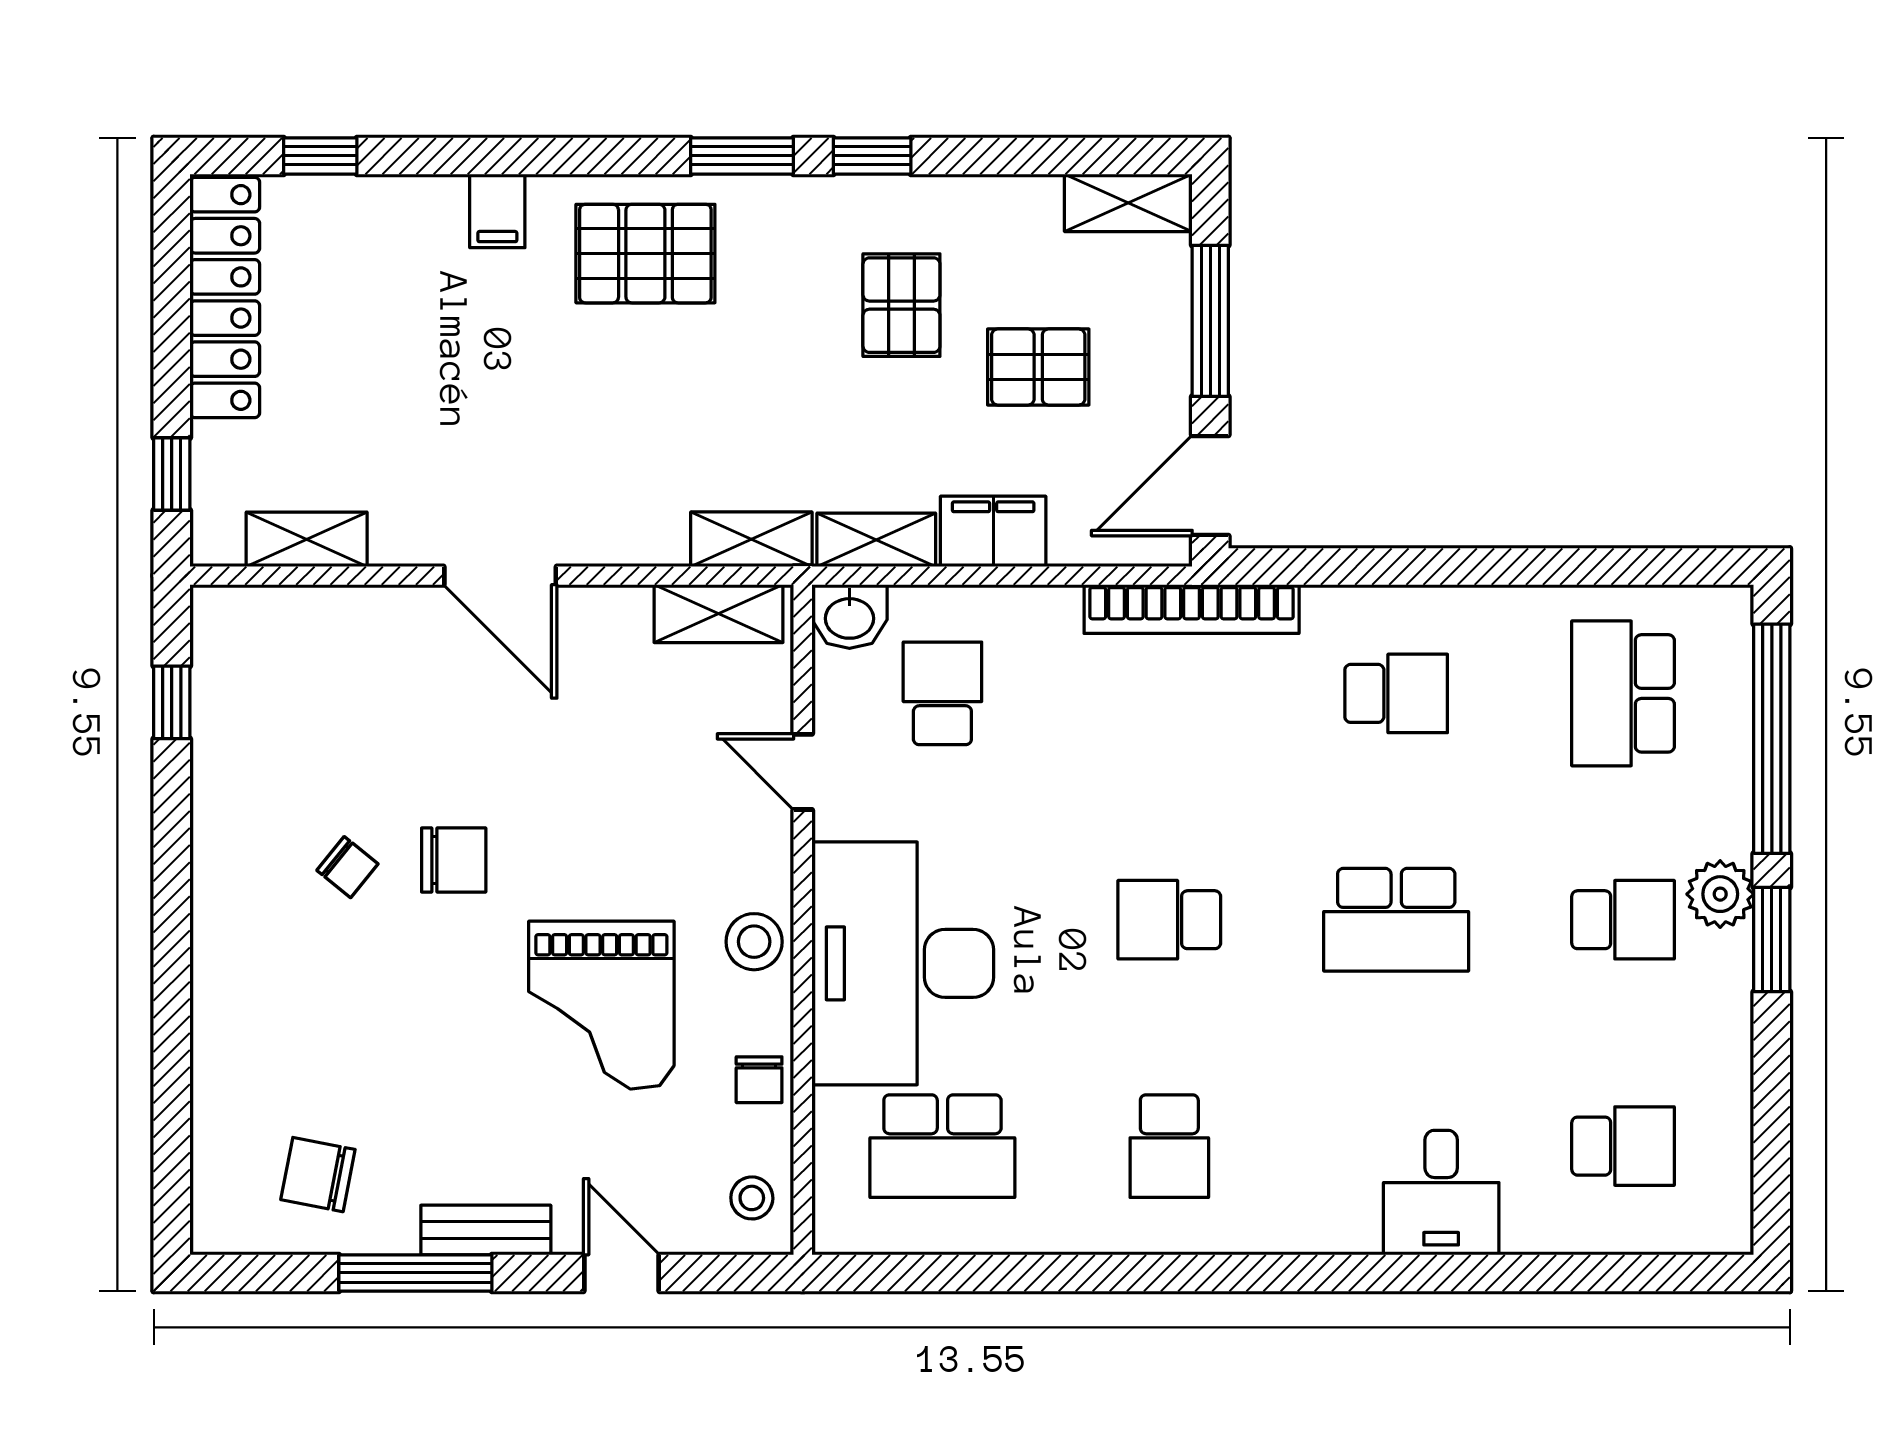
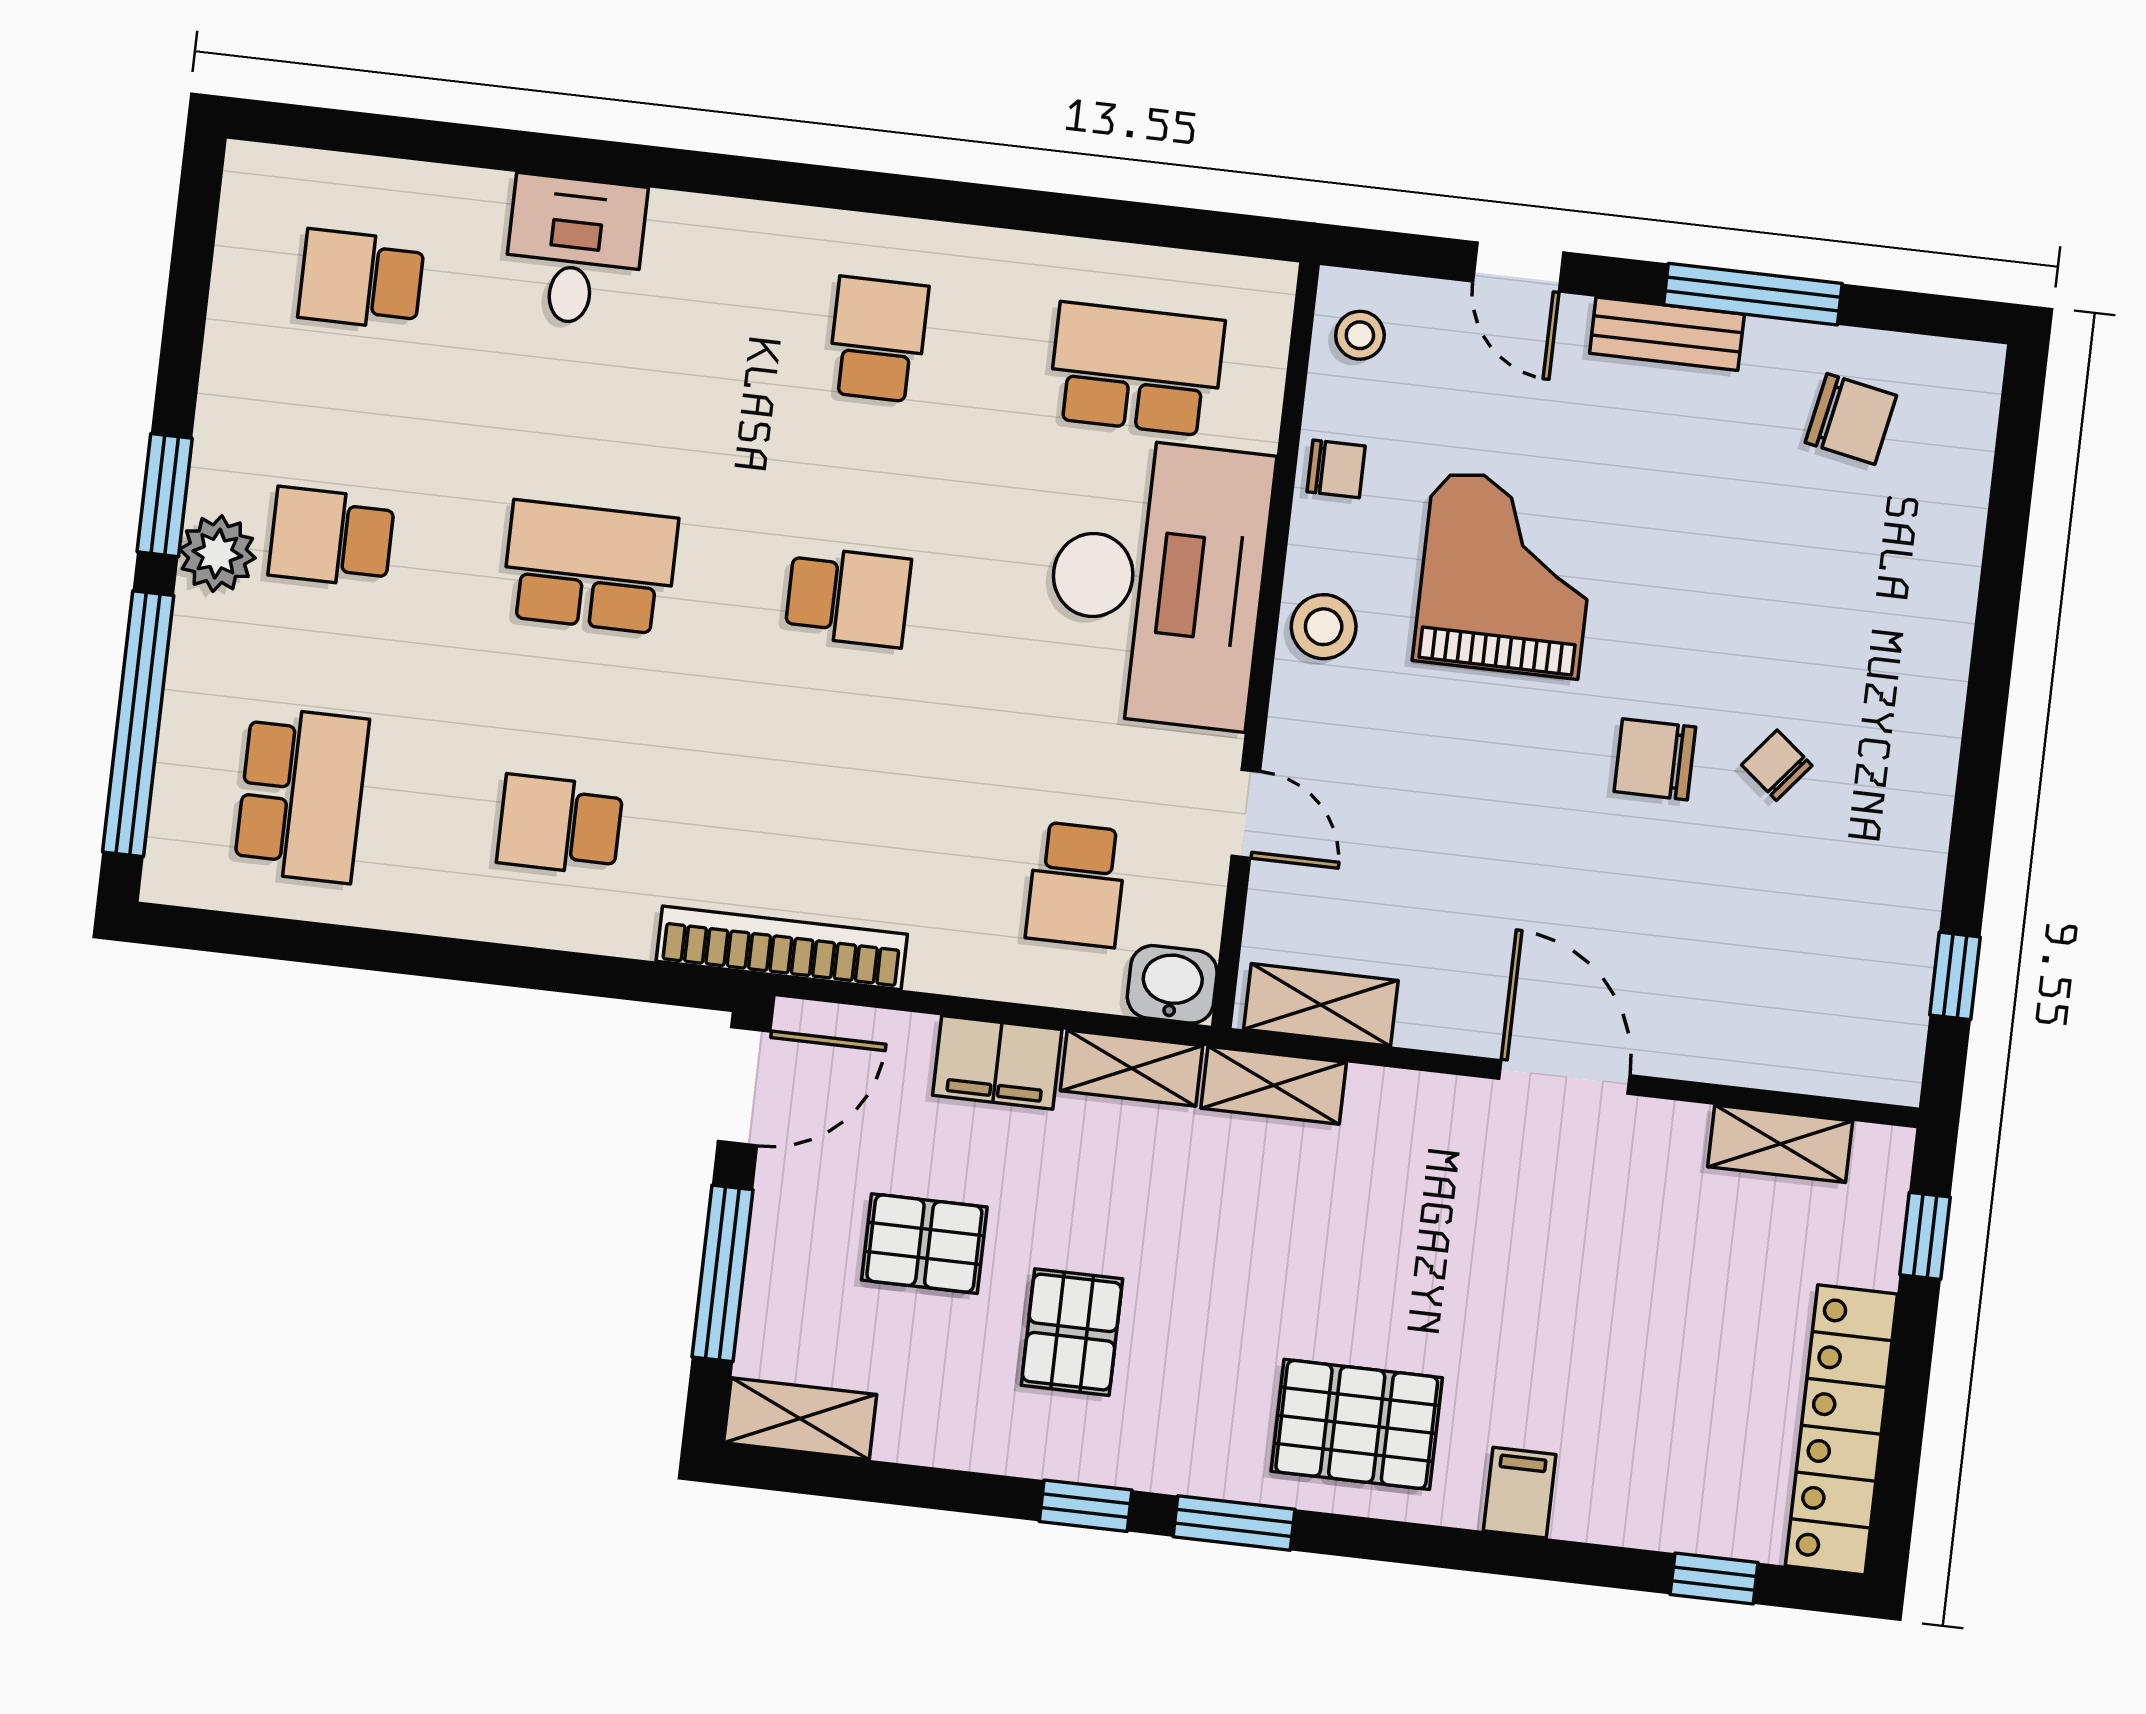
chair: (759, 1080) -> (1336, 469), turned 90

